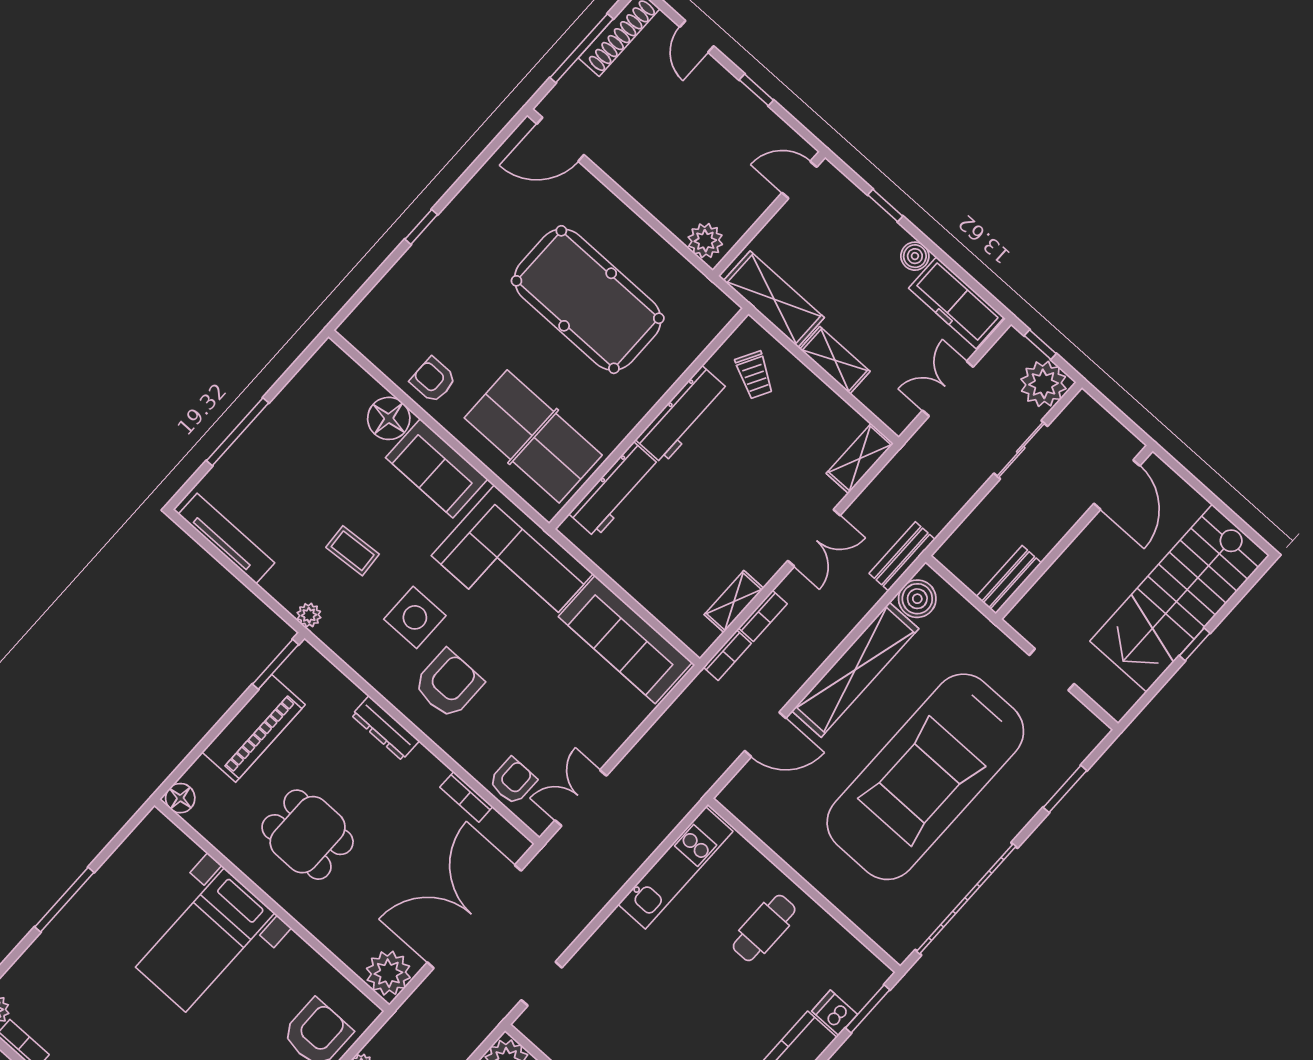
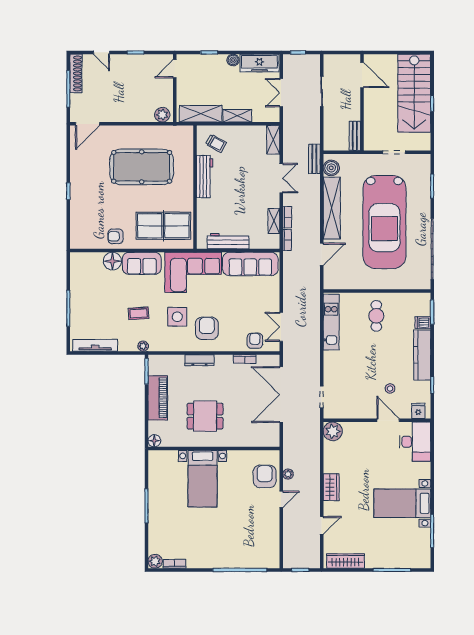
plant: (1043, 384) -> (310, 64), removed
workbench: (615, 490) -> (228, 241), moved, turned -90
plant: (388, 973) -> (270, 437), removed

